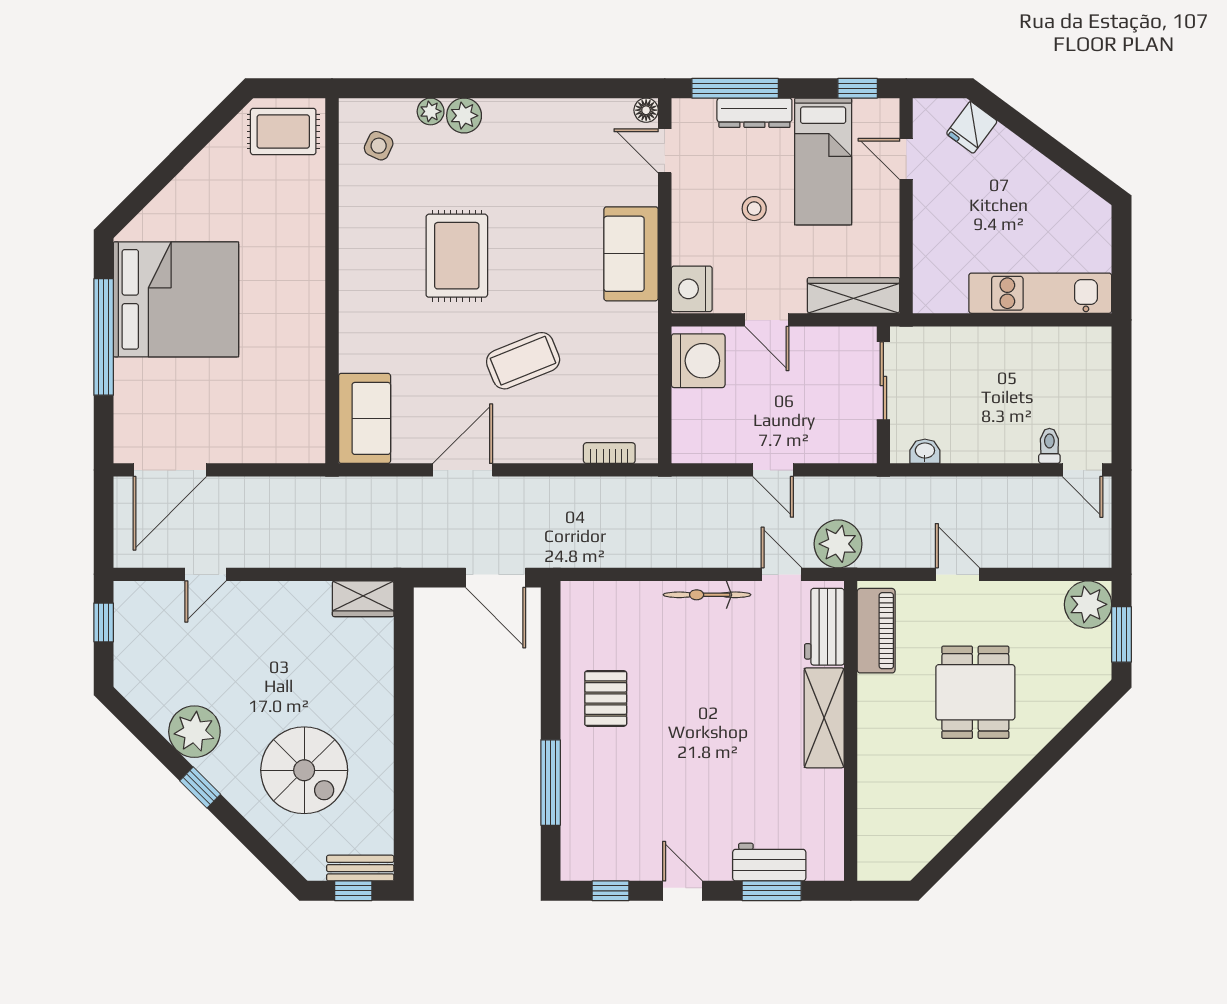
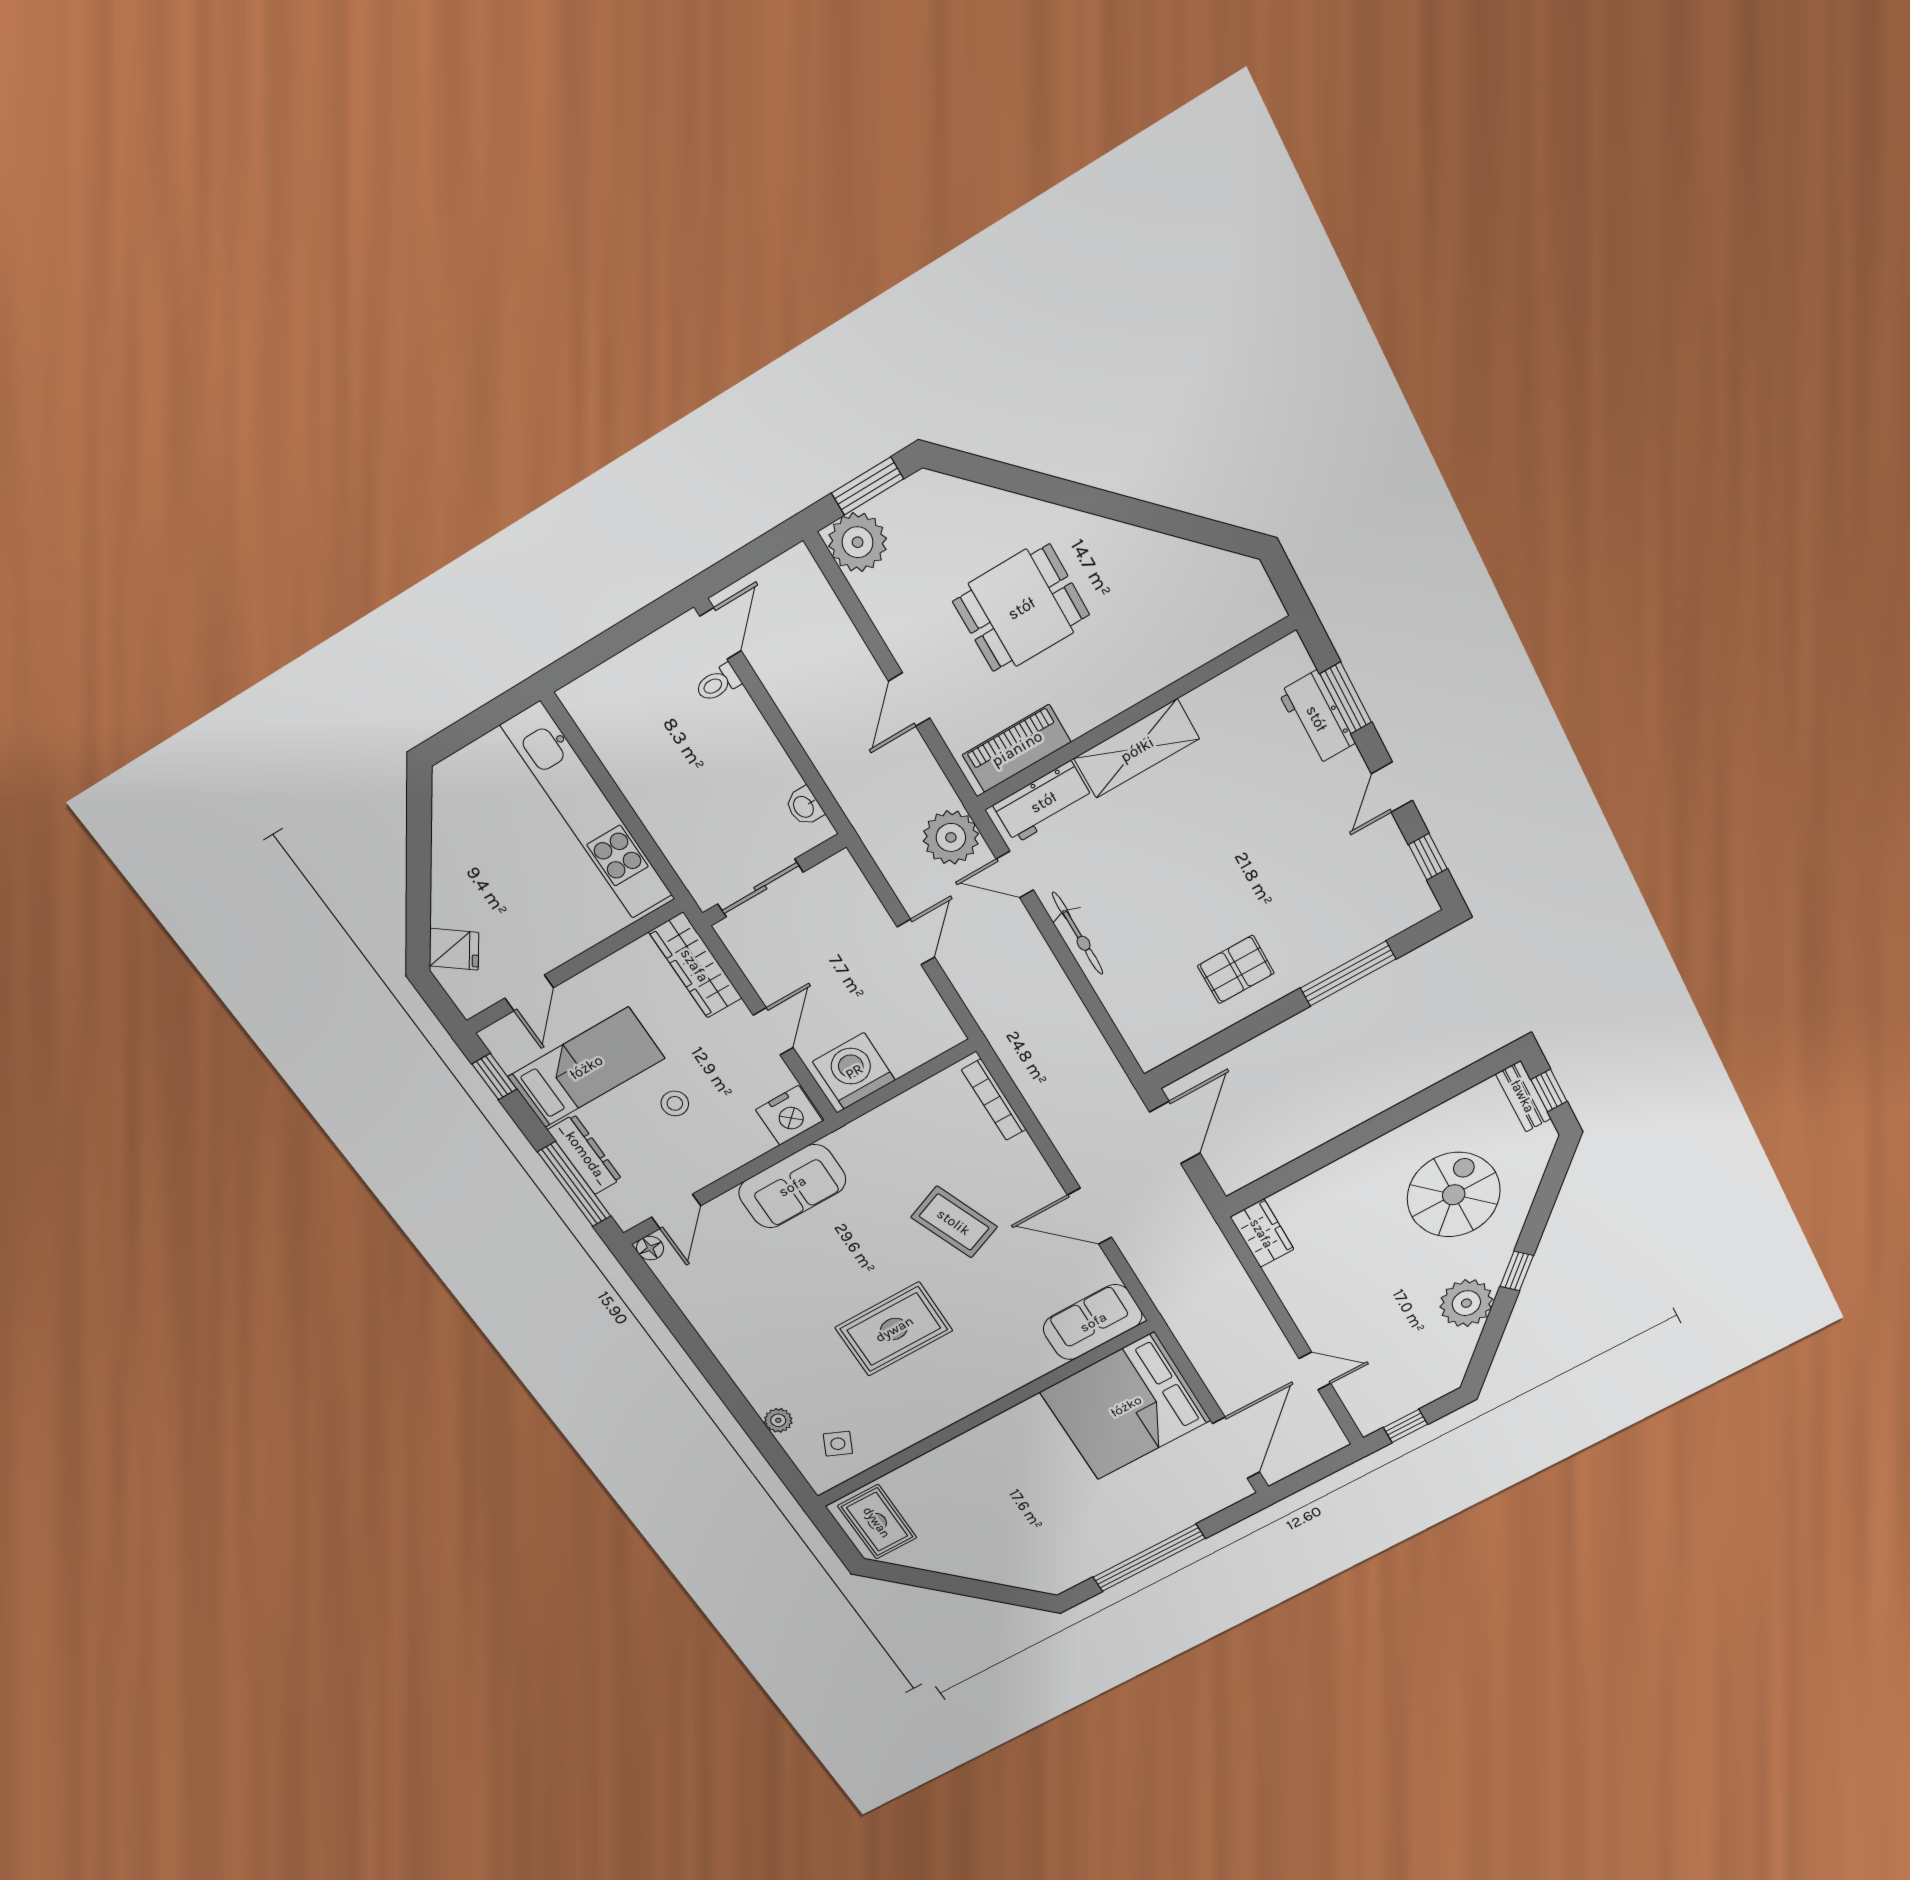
plant: (464, 116) -> (763, 1392), removed
kitchen unit: (1040, 293) -> (587, 811), width x1.36
bed: (176, 299) -> (1126, 1406), moved, turned -90
bookcase: (609, 453) -> (994, 1100), width x1.56
door: (170, 470) -> (1236, 1448), hinge flipped
door: (782, 574) -> (1015, 874), hinge flipped

